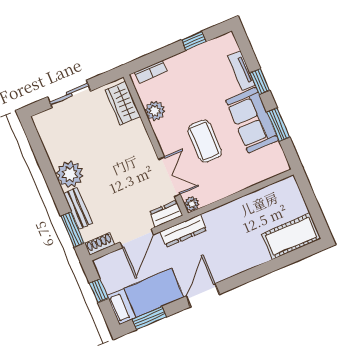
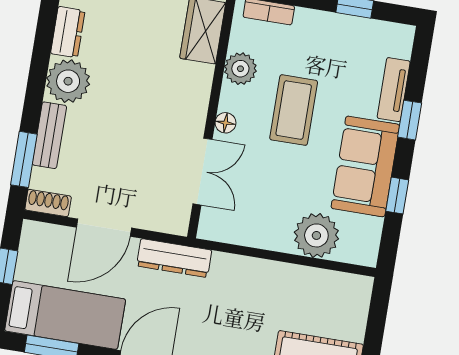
window: (278, 125) -> (397, 196), width x0.67
coffee table: (205, 141) -> (294, 110), moved
floor lamp: (165, 144) -> (225, 123), added
plant: (192, 204) -> (316, 235), moved, width x1.87, depth x1.87
dresser: (166, 214) -> (68, 32), moved, turned 90

